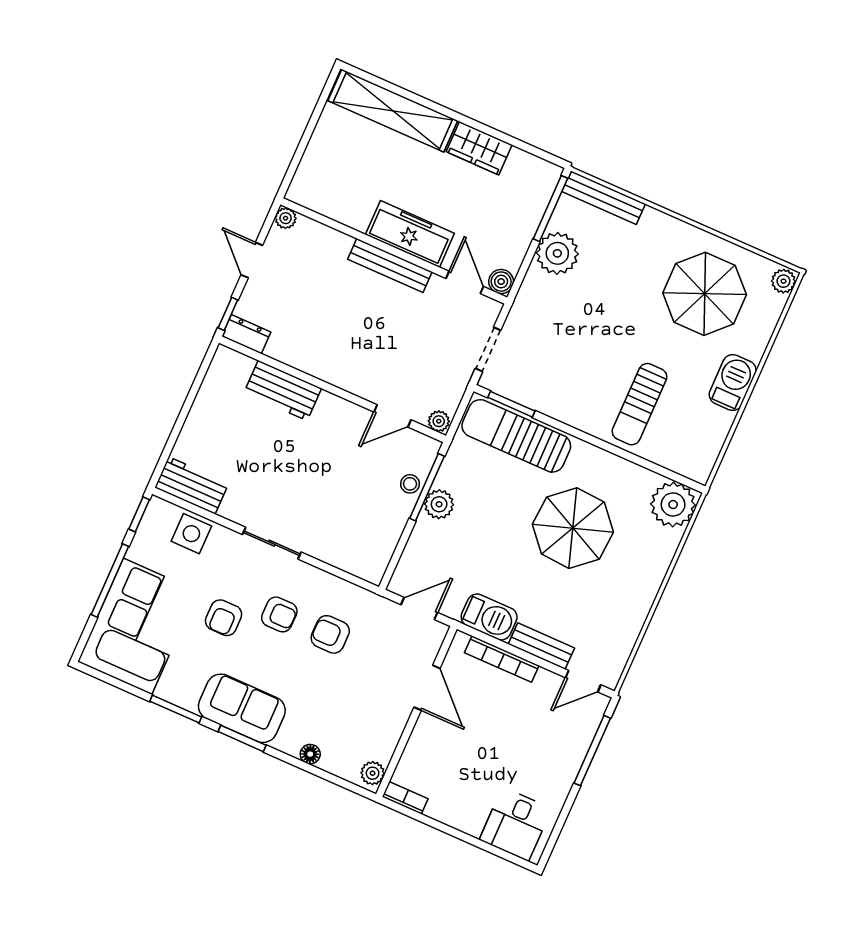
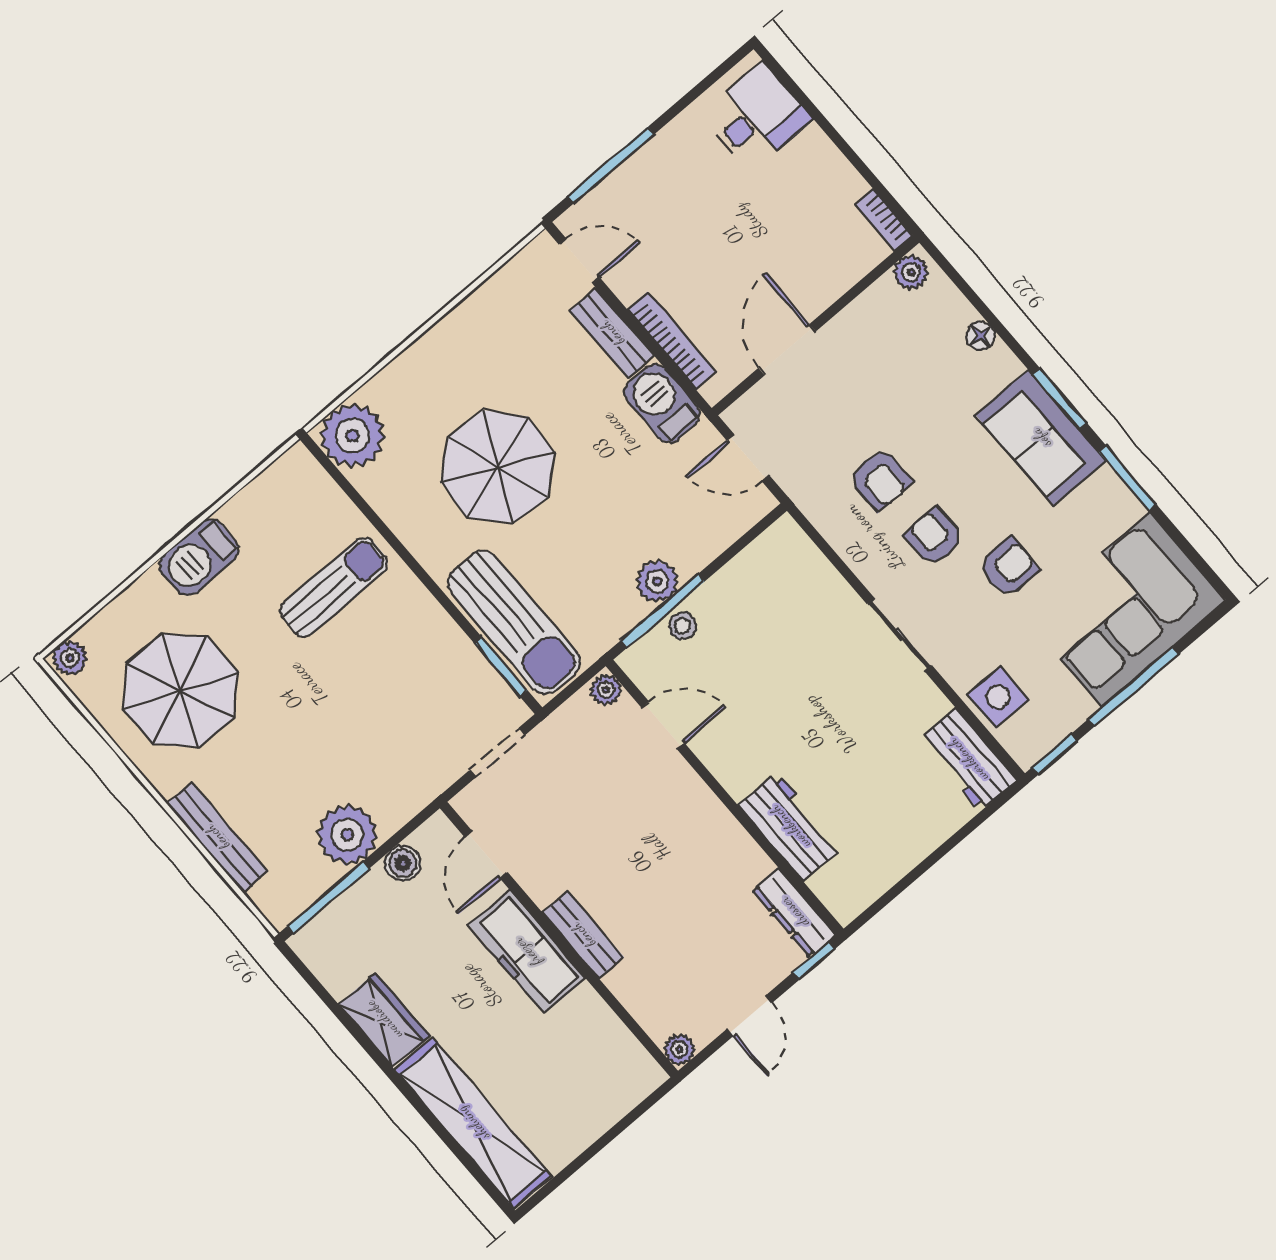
bench: (604, 198) -> (217, 837), moved
bench: (390, 266) -> (583, 935), width x0.73
boiler: (501, 282) -> (403, 863), moved
dresser: (246, 334) -> (794, 912), width x1.44

